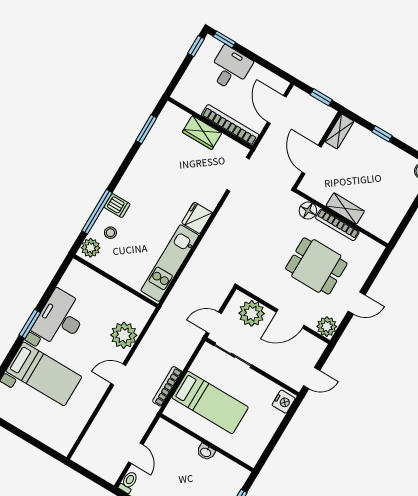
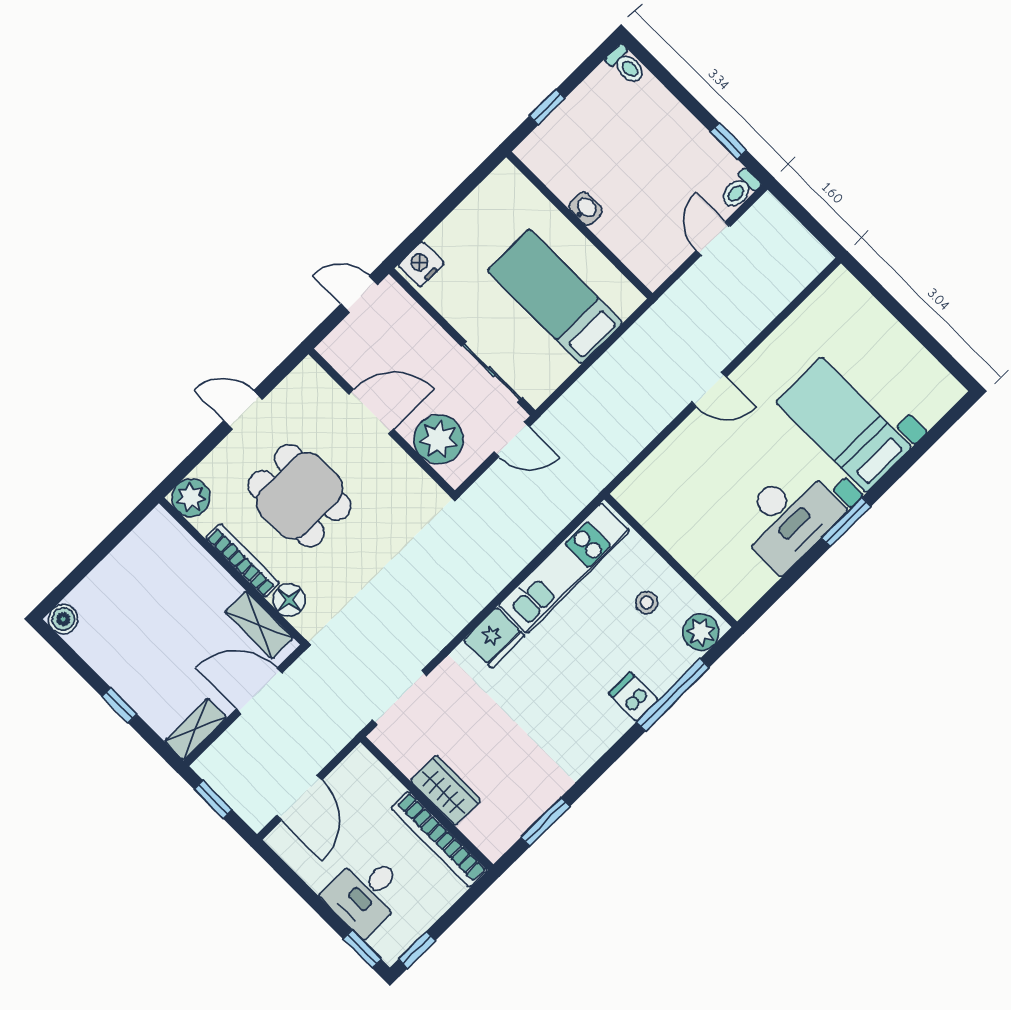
bookcase: (230, 125) -> (439, 839), moved
door: (312, 160) -> (259, 691), swing flipped
shelving: (345, 209) -> (259, 625), moved
stool: (110, 233) -> (647, 603), moved
plant: (327, 327) -> (191, 498), moved
plant: (124, 335) -> (681, 458), removed
bookcase: (167, 386) -> (625, 345), removed

